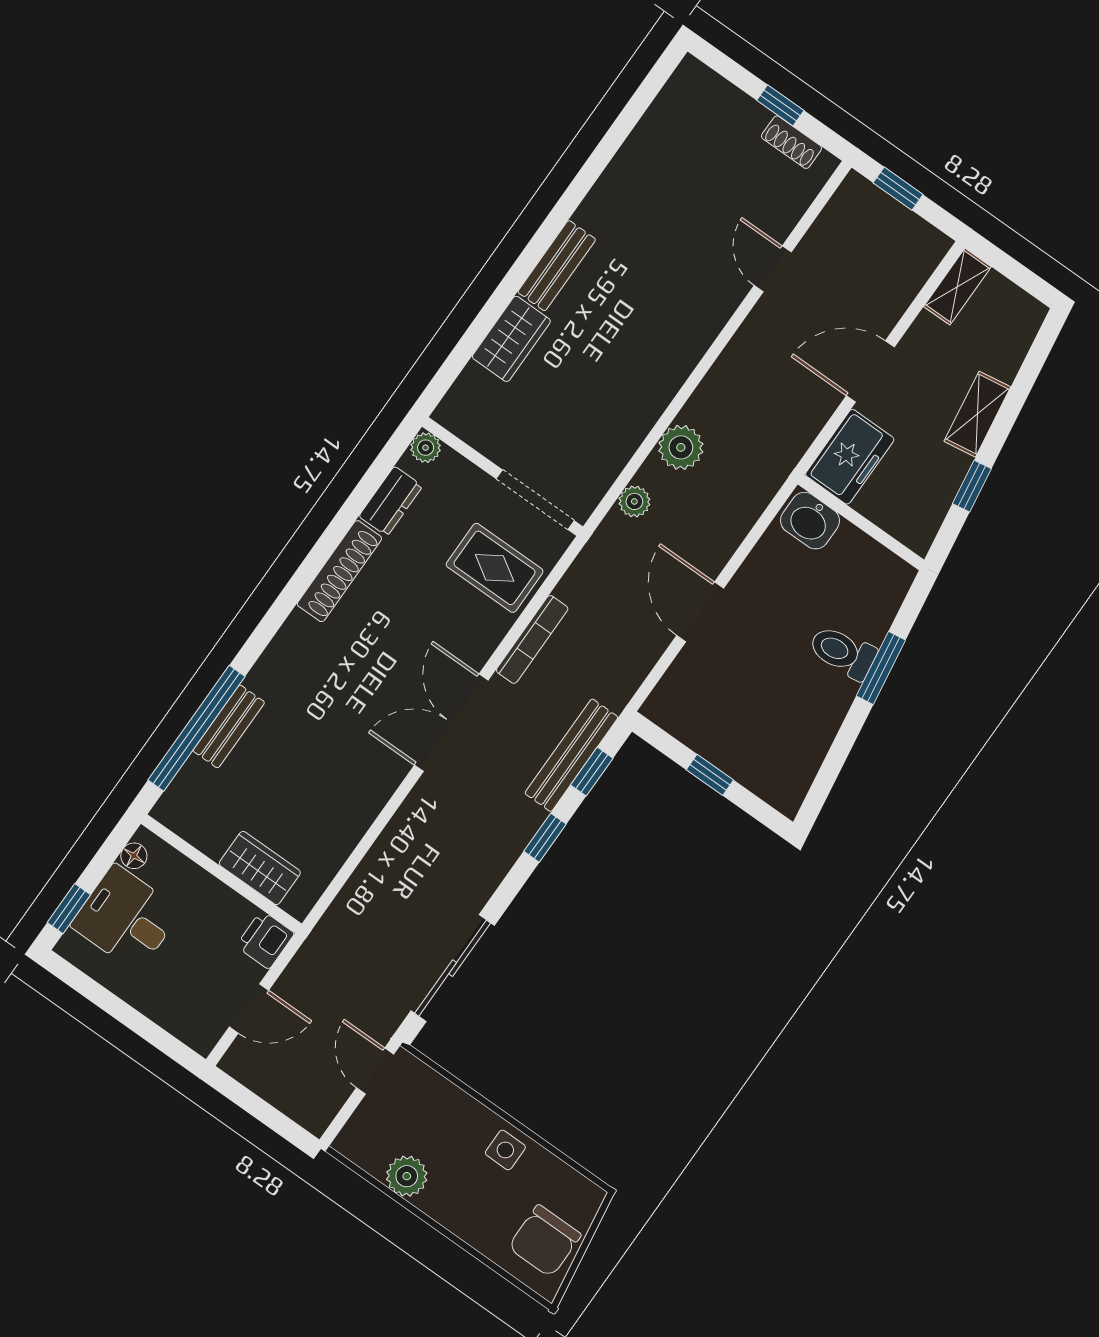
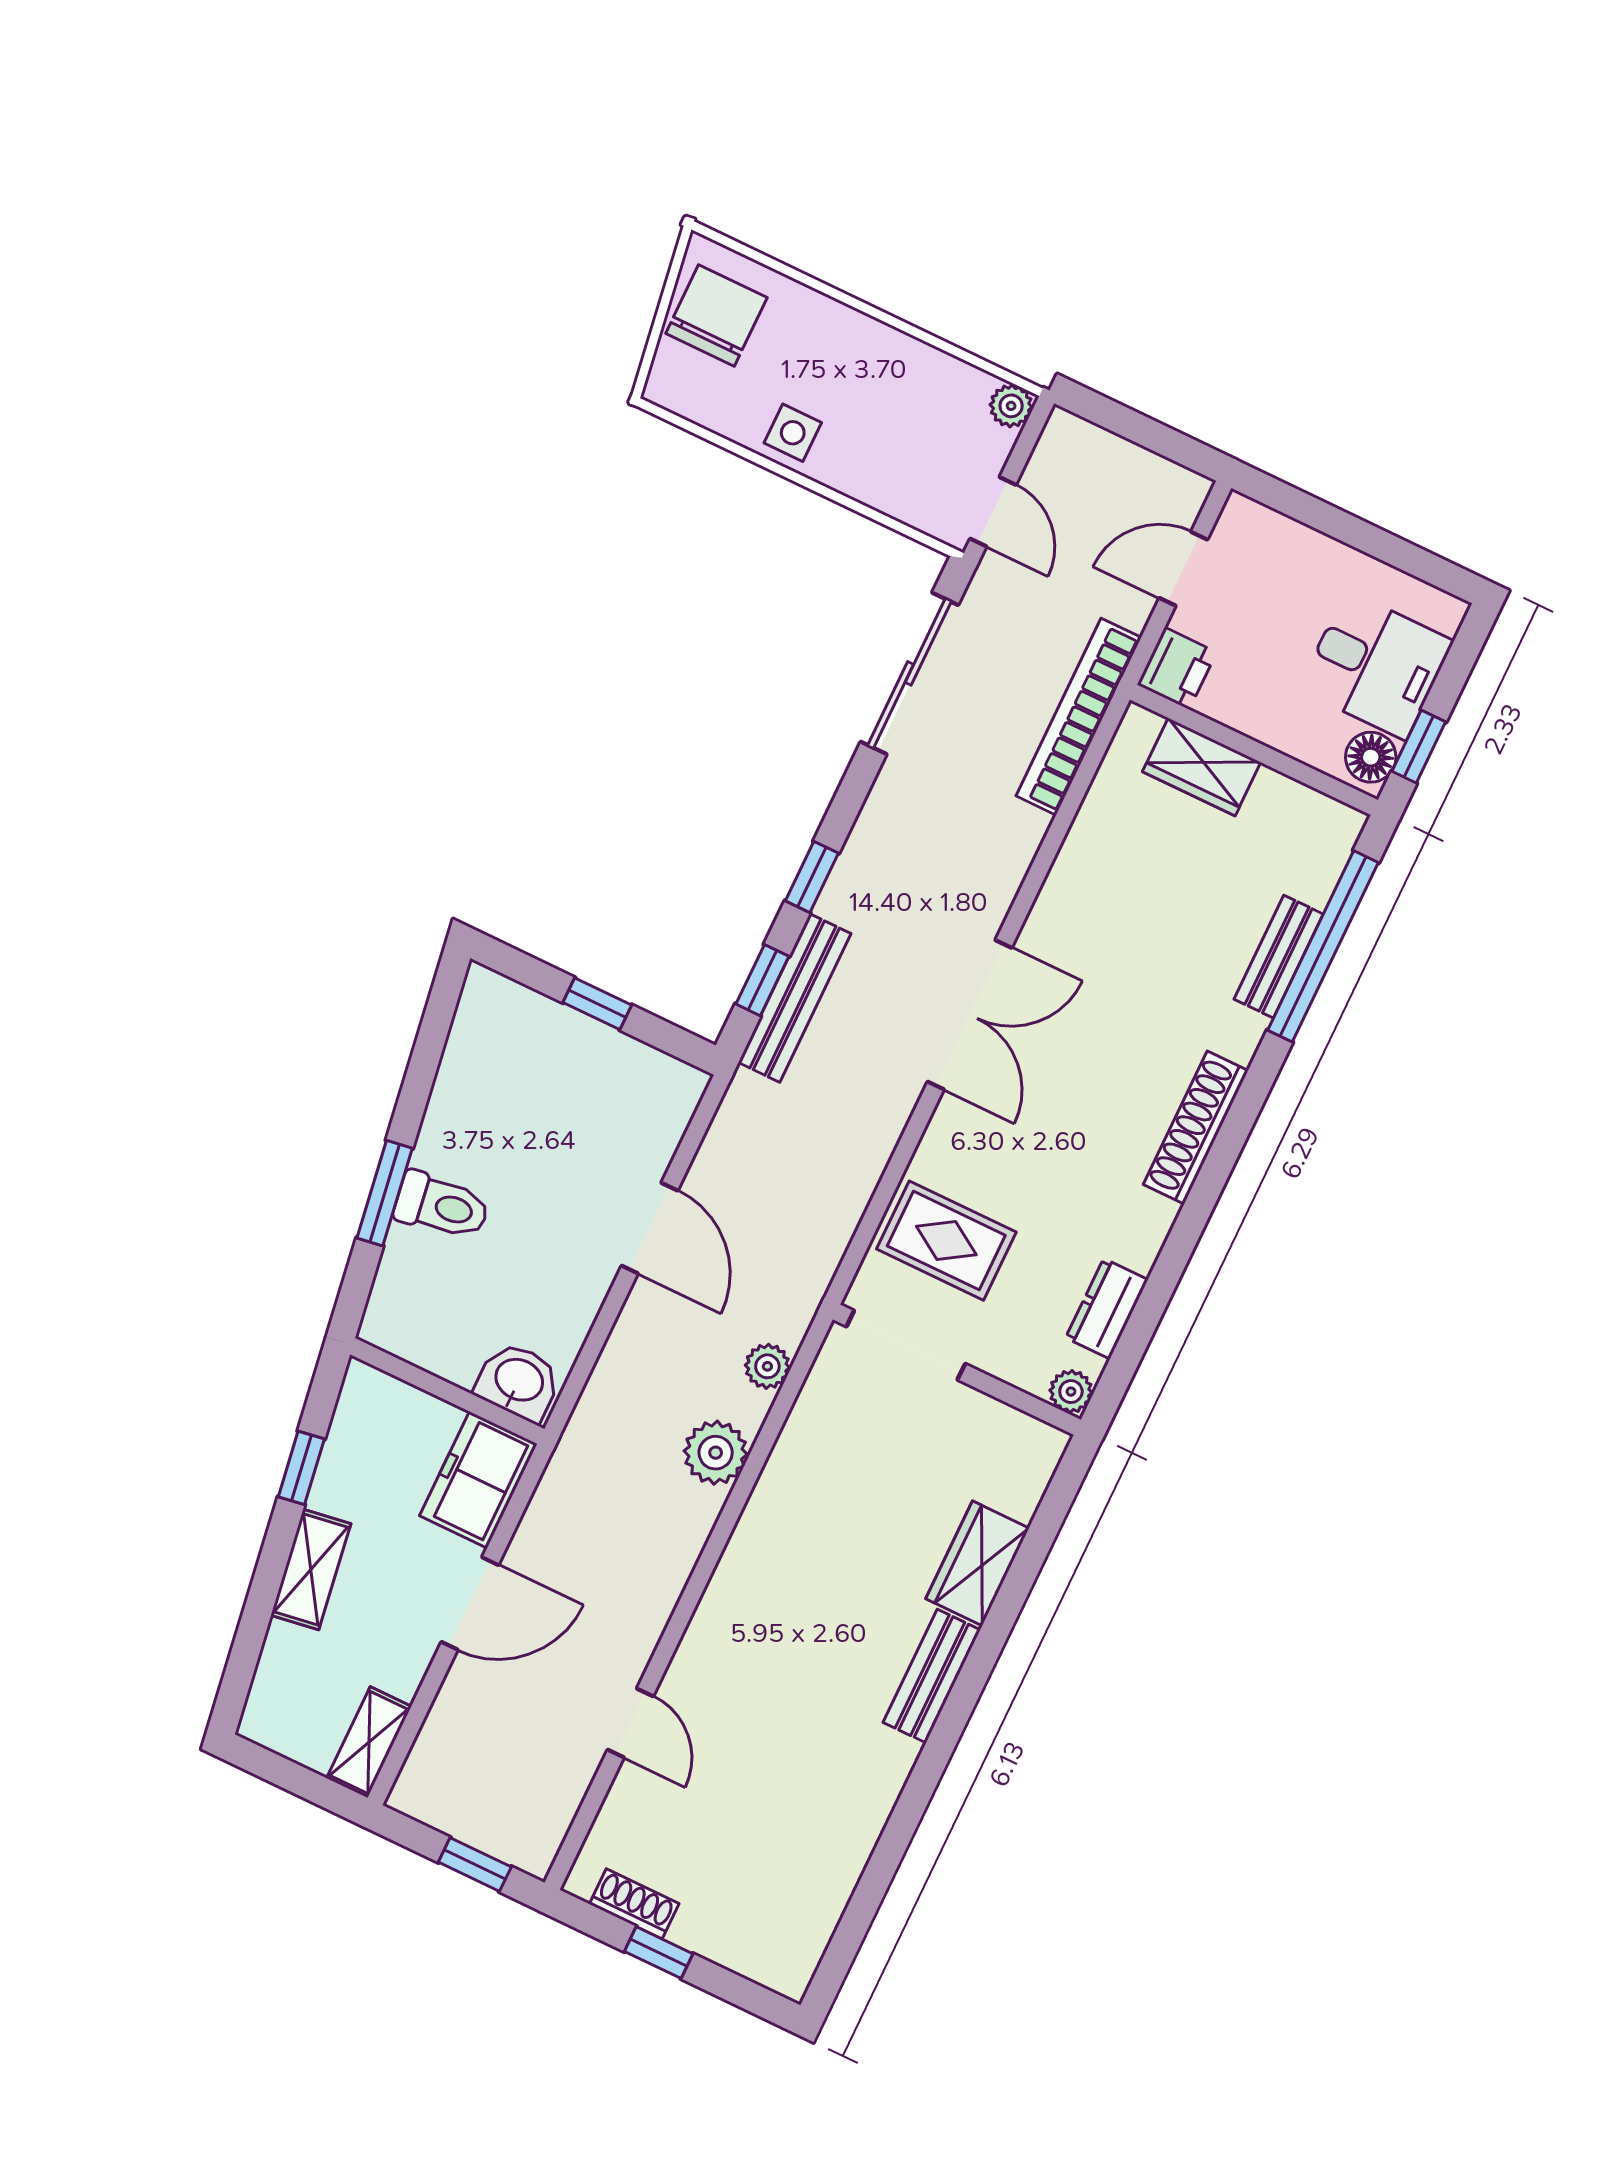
shoe rack: (339, 571) -> (1196, 1128), moved
bookcase: (532, 639) -> (1079, 717), moved, width x1.48, depth x1.31
floor lamp: (134, 856) -> (1371, 757), width x1.37, depth x1.37
window: (69, 909) -> (1419, 747), moved
plant: (407, 1176) -> (1011, 406), moved, width x0.73, depth x0.73

